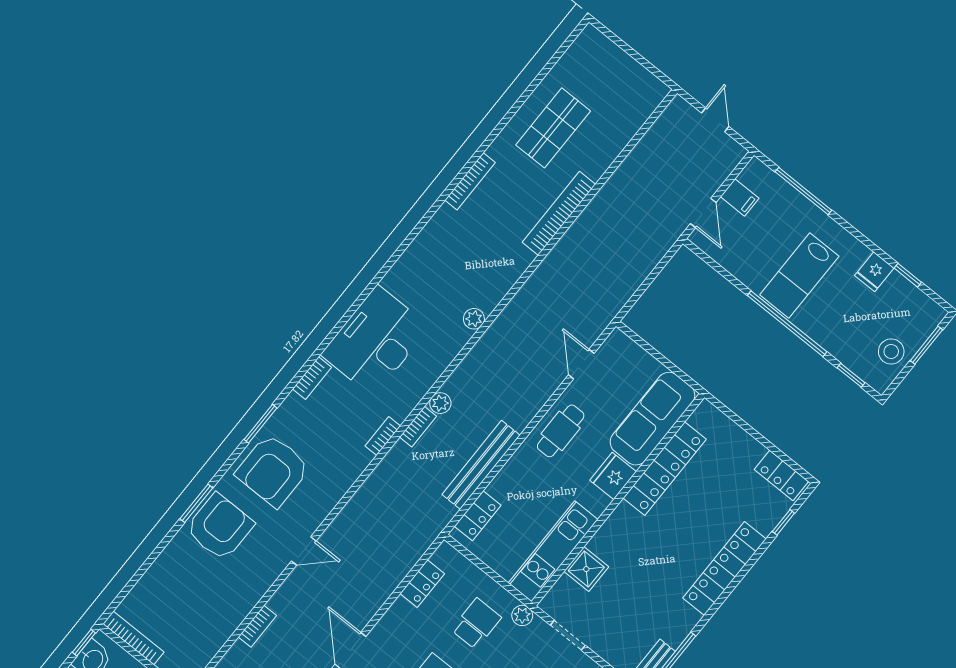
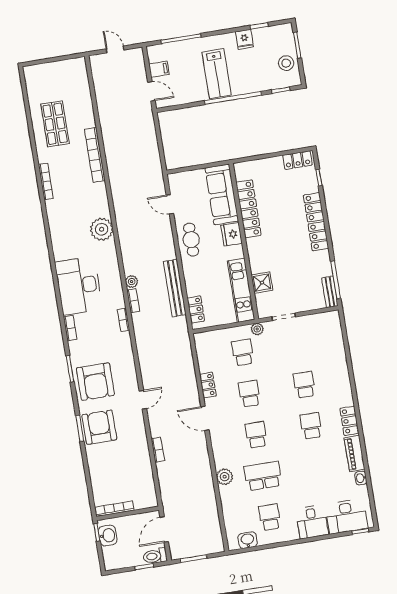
plant: (474, 319) -> (102, 229), width x1.87, depth x1.87
locker: (422, 584) -> (208, 385), moved

